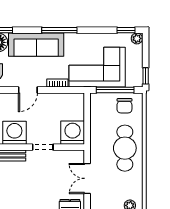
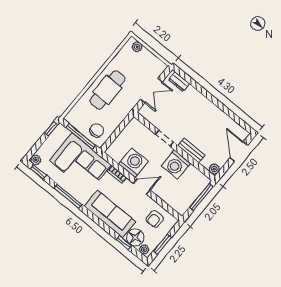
window: (59, 30) -> (68, 196), moved
chair: (124, 106) -> (97, 130), moved
washing machine: (73, 133) -> (133, 163), moved, turned 180

